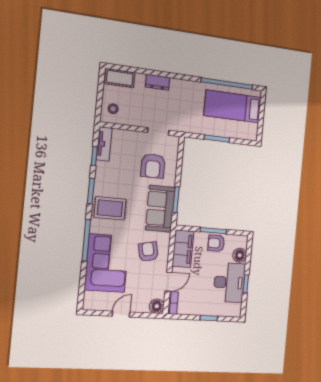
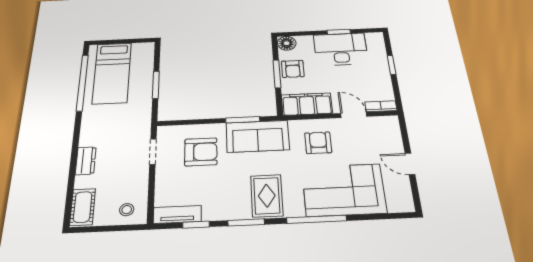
armchair: (148, 252) -> (318, 143), turned 102
floor lamp: (240, 255) -> (287, 43), moved
floor lamp: (157, 306) -> (389, 124), removed

